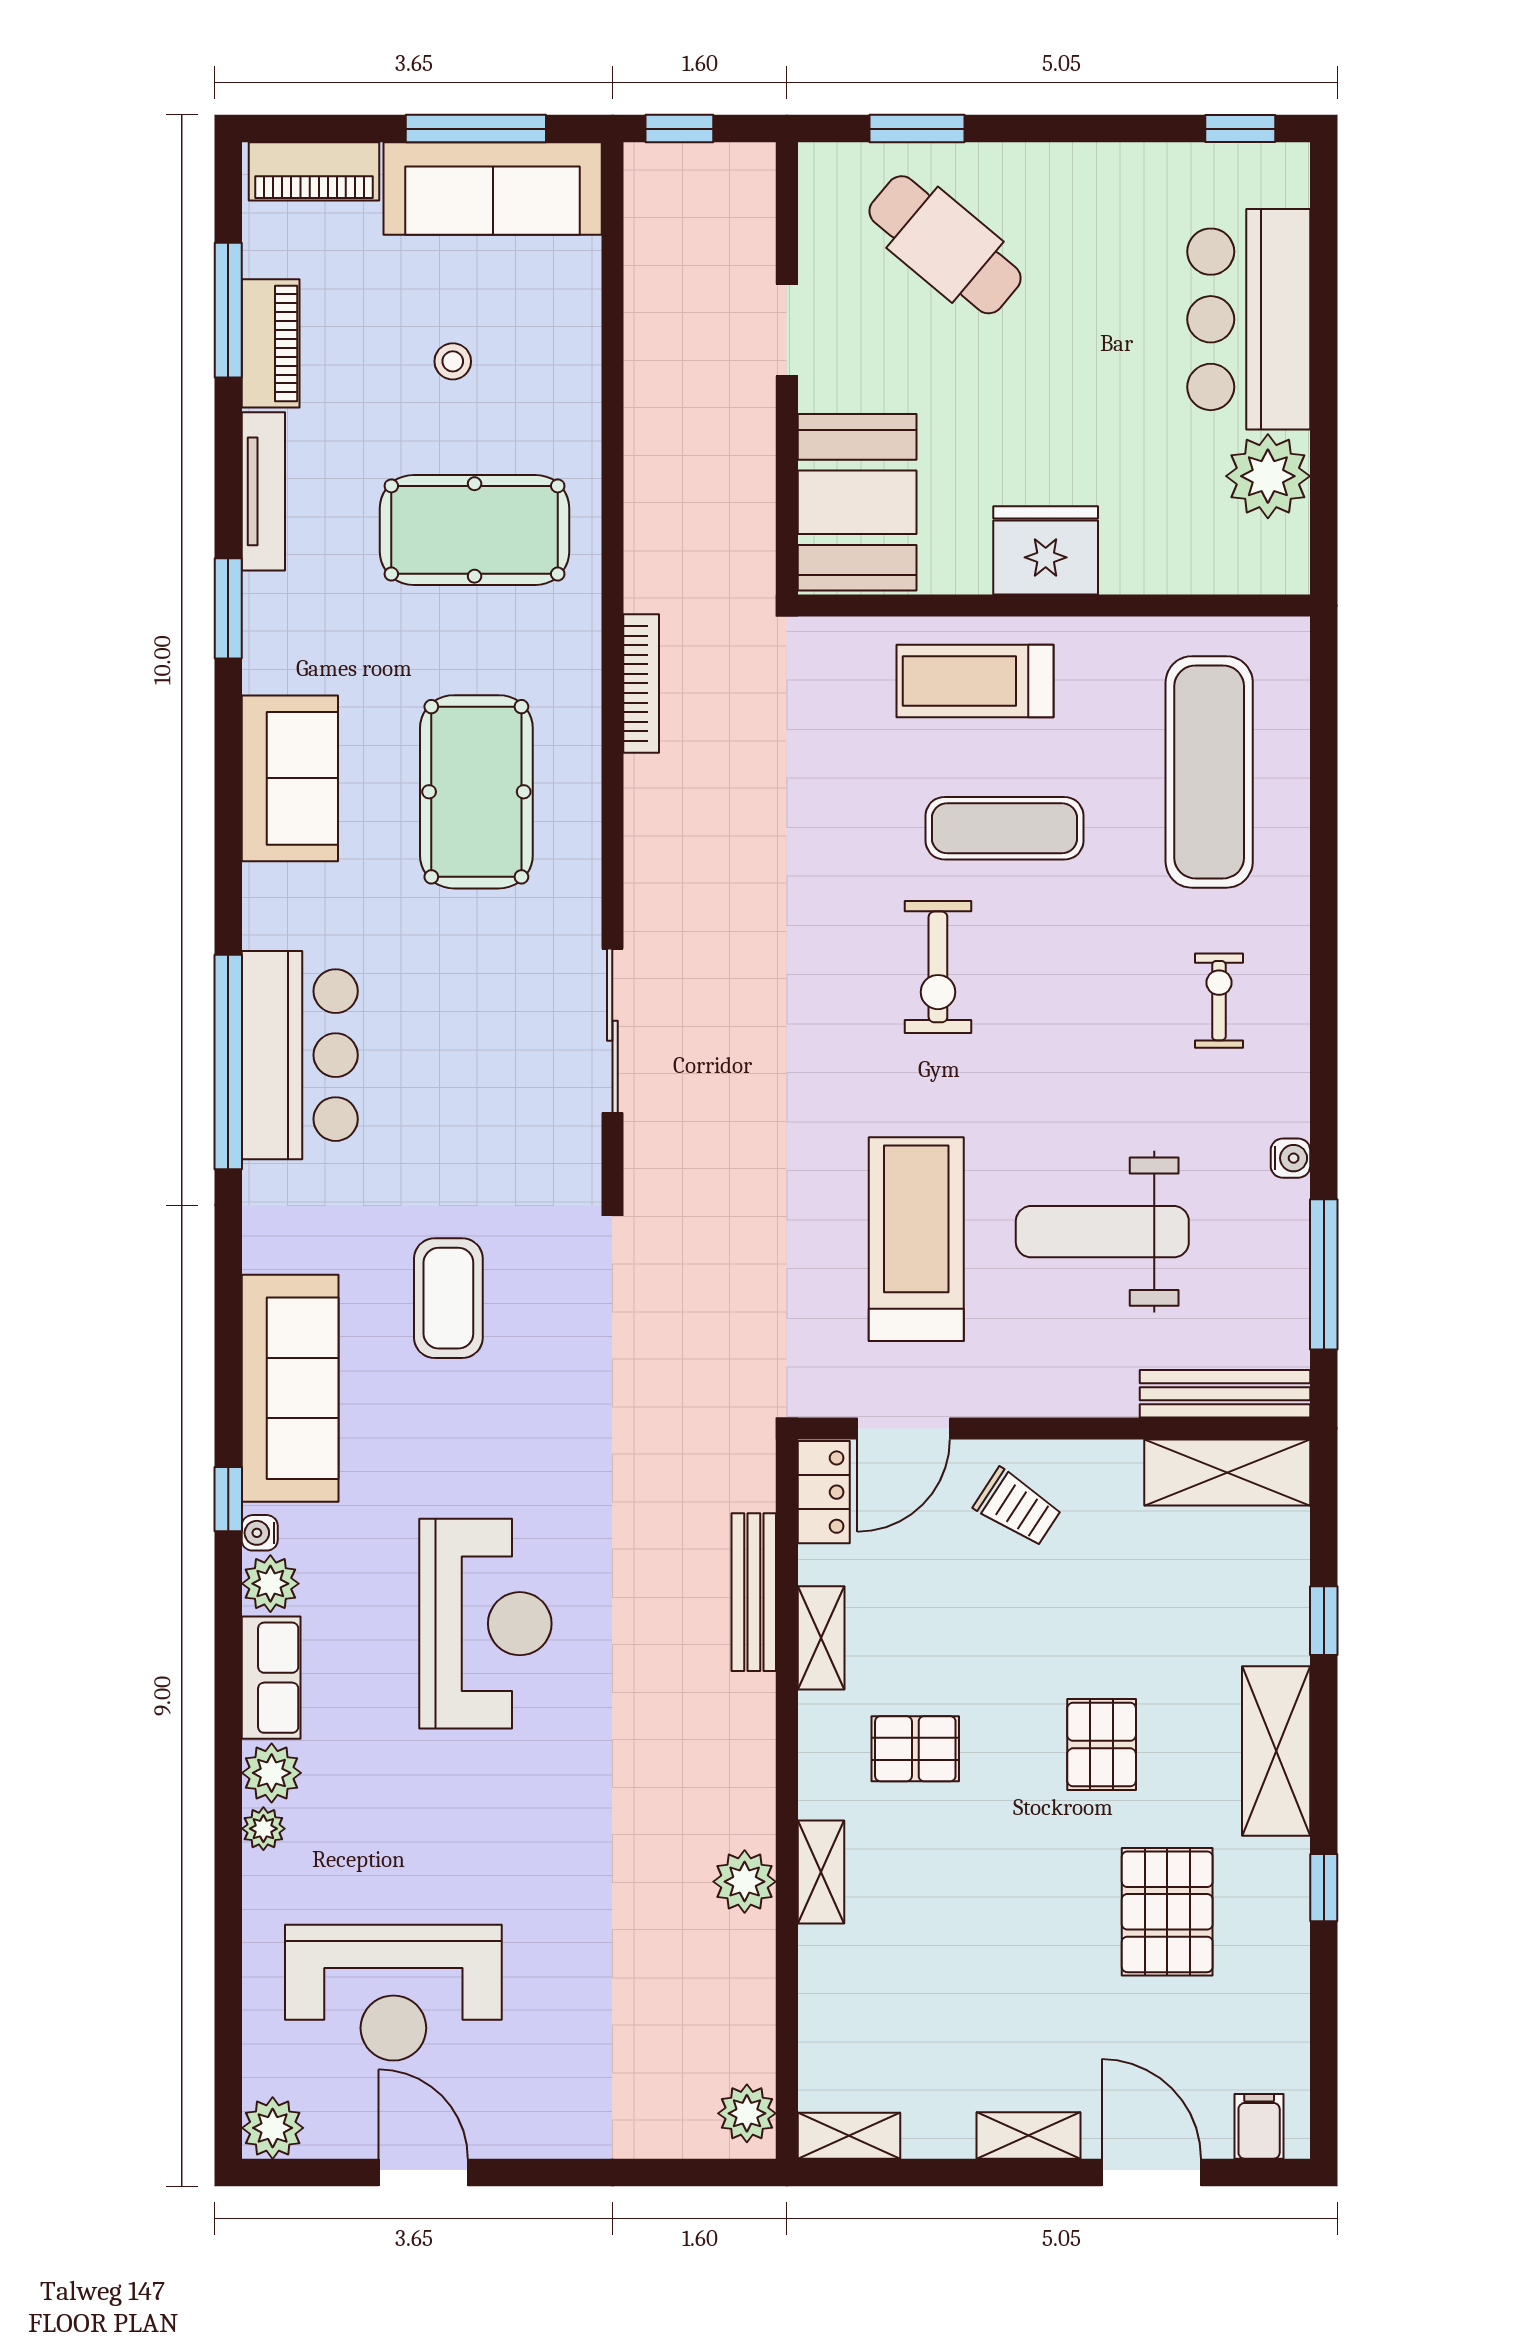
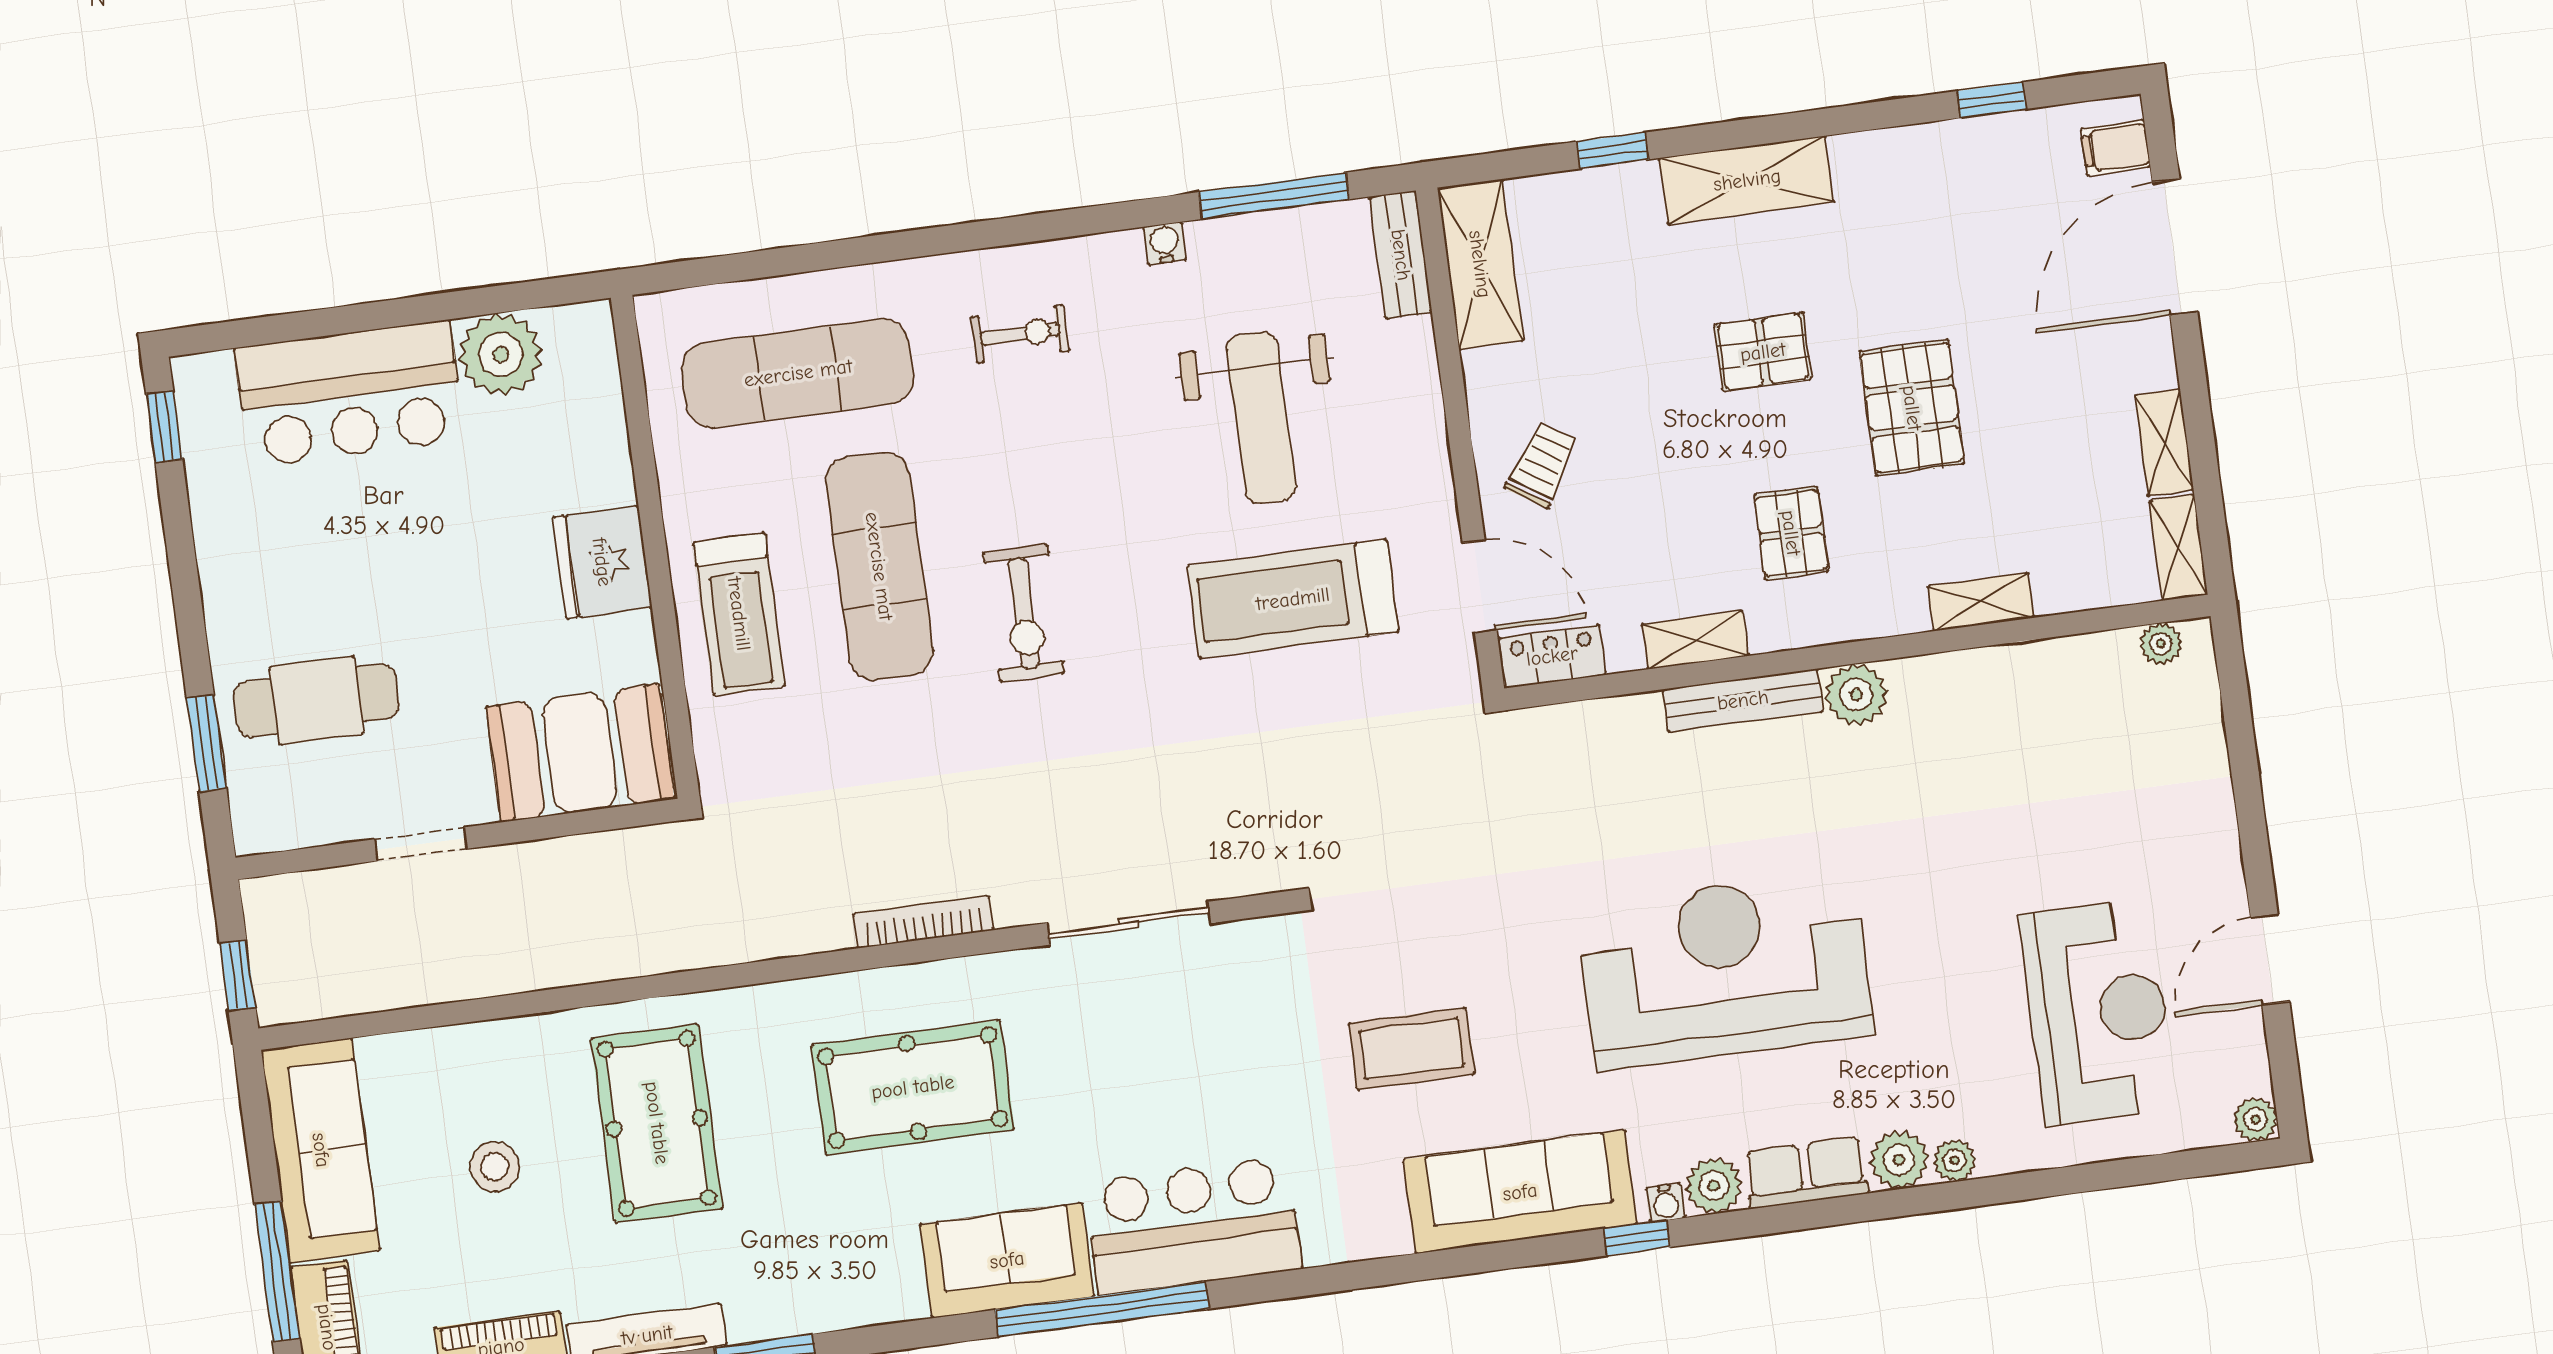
window: (476, 129) -> (277, 1271), moved
cafe table: (945, 245) -> (316, 700), turned 50
stool: (453, 361) -> (495, 1167), width x1.37, depth x1.37
bookcase: (641, 683) -> (923, 922), moved
sofa: (290, 778) -> (1007, 1260), moved
exercise mat: (1004, 828) -> (879, 566), width x1.36, depth x1.45
exercise bike: (938, 967) -> (1024, 613), turned 90
exercise bike: (1219, 1001) -> (1020, 334), turned 180
window: (228, 1062) -> (1102, 1309), moved
bench: (1225, 1394) -> (1401, 255), width x0.73
bench: (754, 1592) -> (1743, 700), moved
reception desk: (485, 1624) -> (1725, 970), width x1.36, depth x1.30
shelving: (821, 1872) -> (1981, 602), moved
plant: (745, 1882) -> (1856, 695), moved
window: (1324, 1888) -> (1991, 100), moved
pallet: (1167, 1912) -> (1912, 408), moved, turned 90
plant: (747, 2113) -> (2161, 644), width x0.73, depth x0.73
plant: (273, 2128) -> (2255, 1119), width x0.73, depth x0.73
shelving: (1029, 2135) -> (2164, 443), moved
door: (1151, 2172) -> (2175, 247), width x1.36

